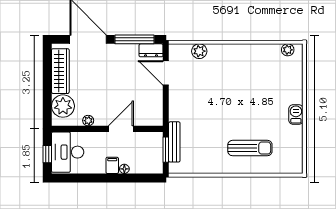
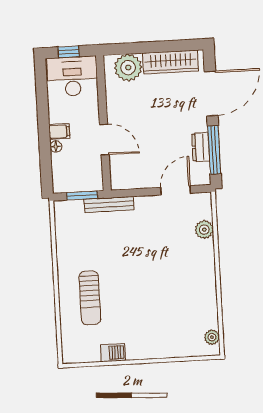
dresser: (151, 50) -> (201, 147), moved
barbecue: (296, 114) -> (113, 353), moved
plant: (88, 121) -> (112, 99), removed
bench: (174, 142) -> (109, 204), moved

